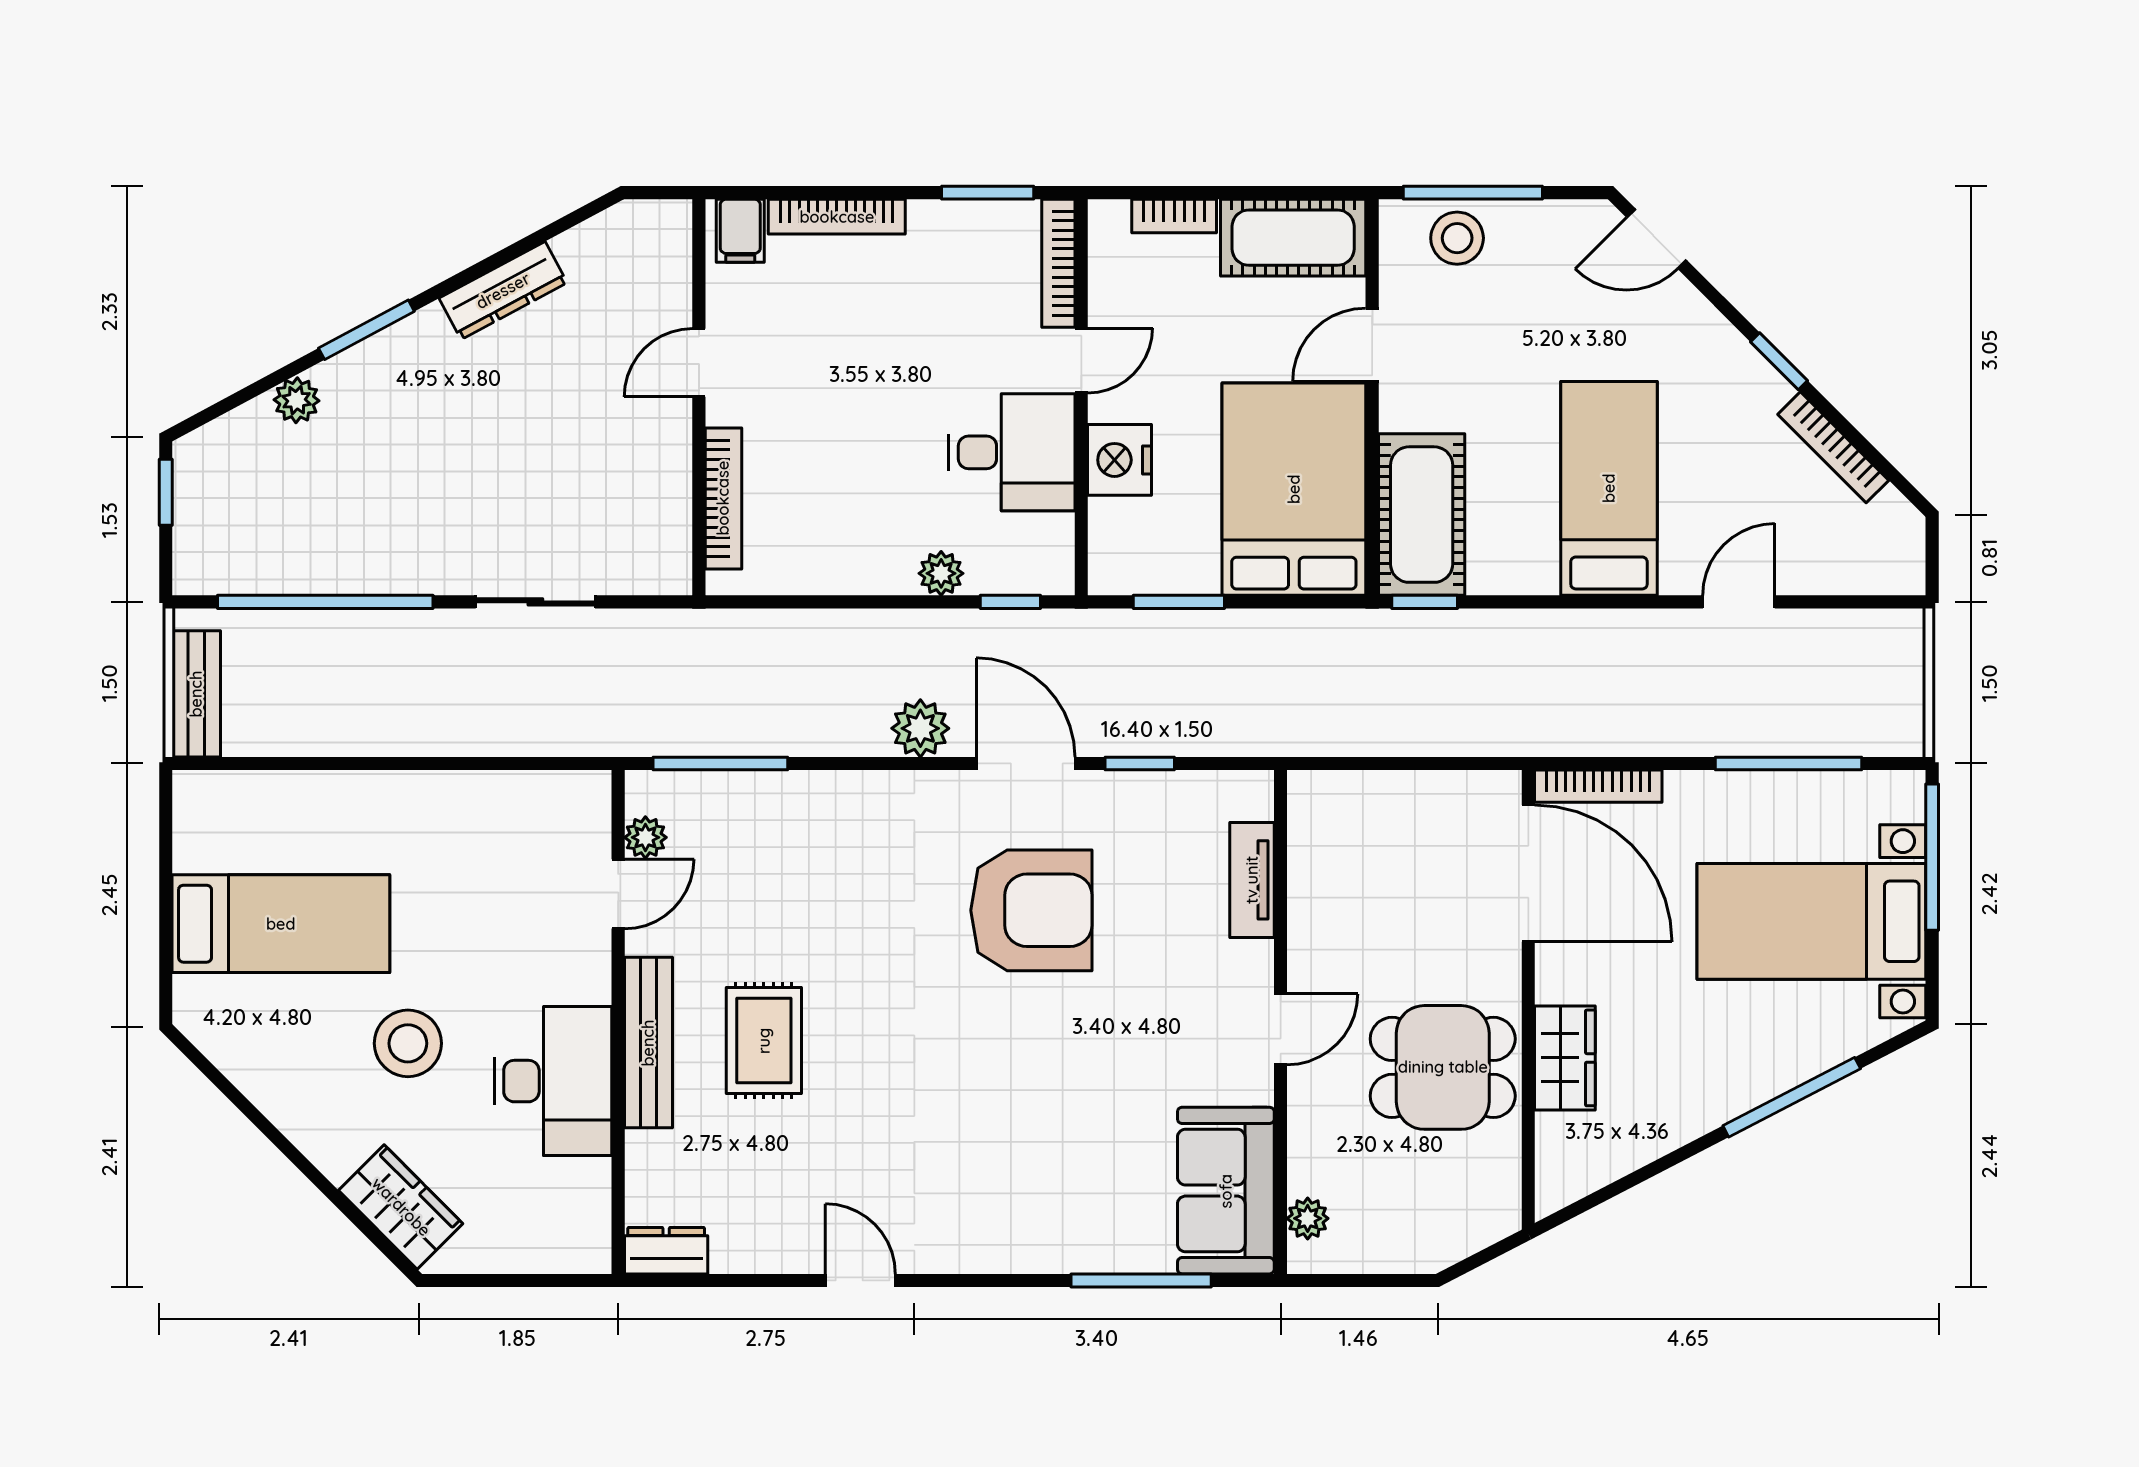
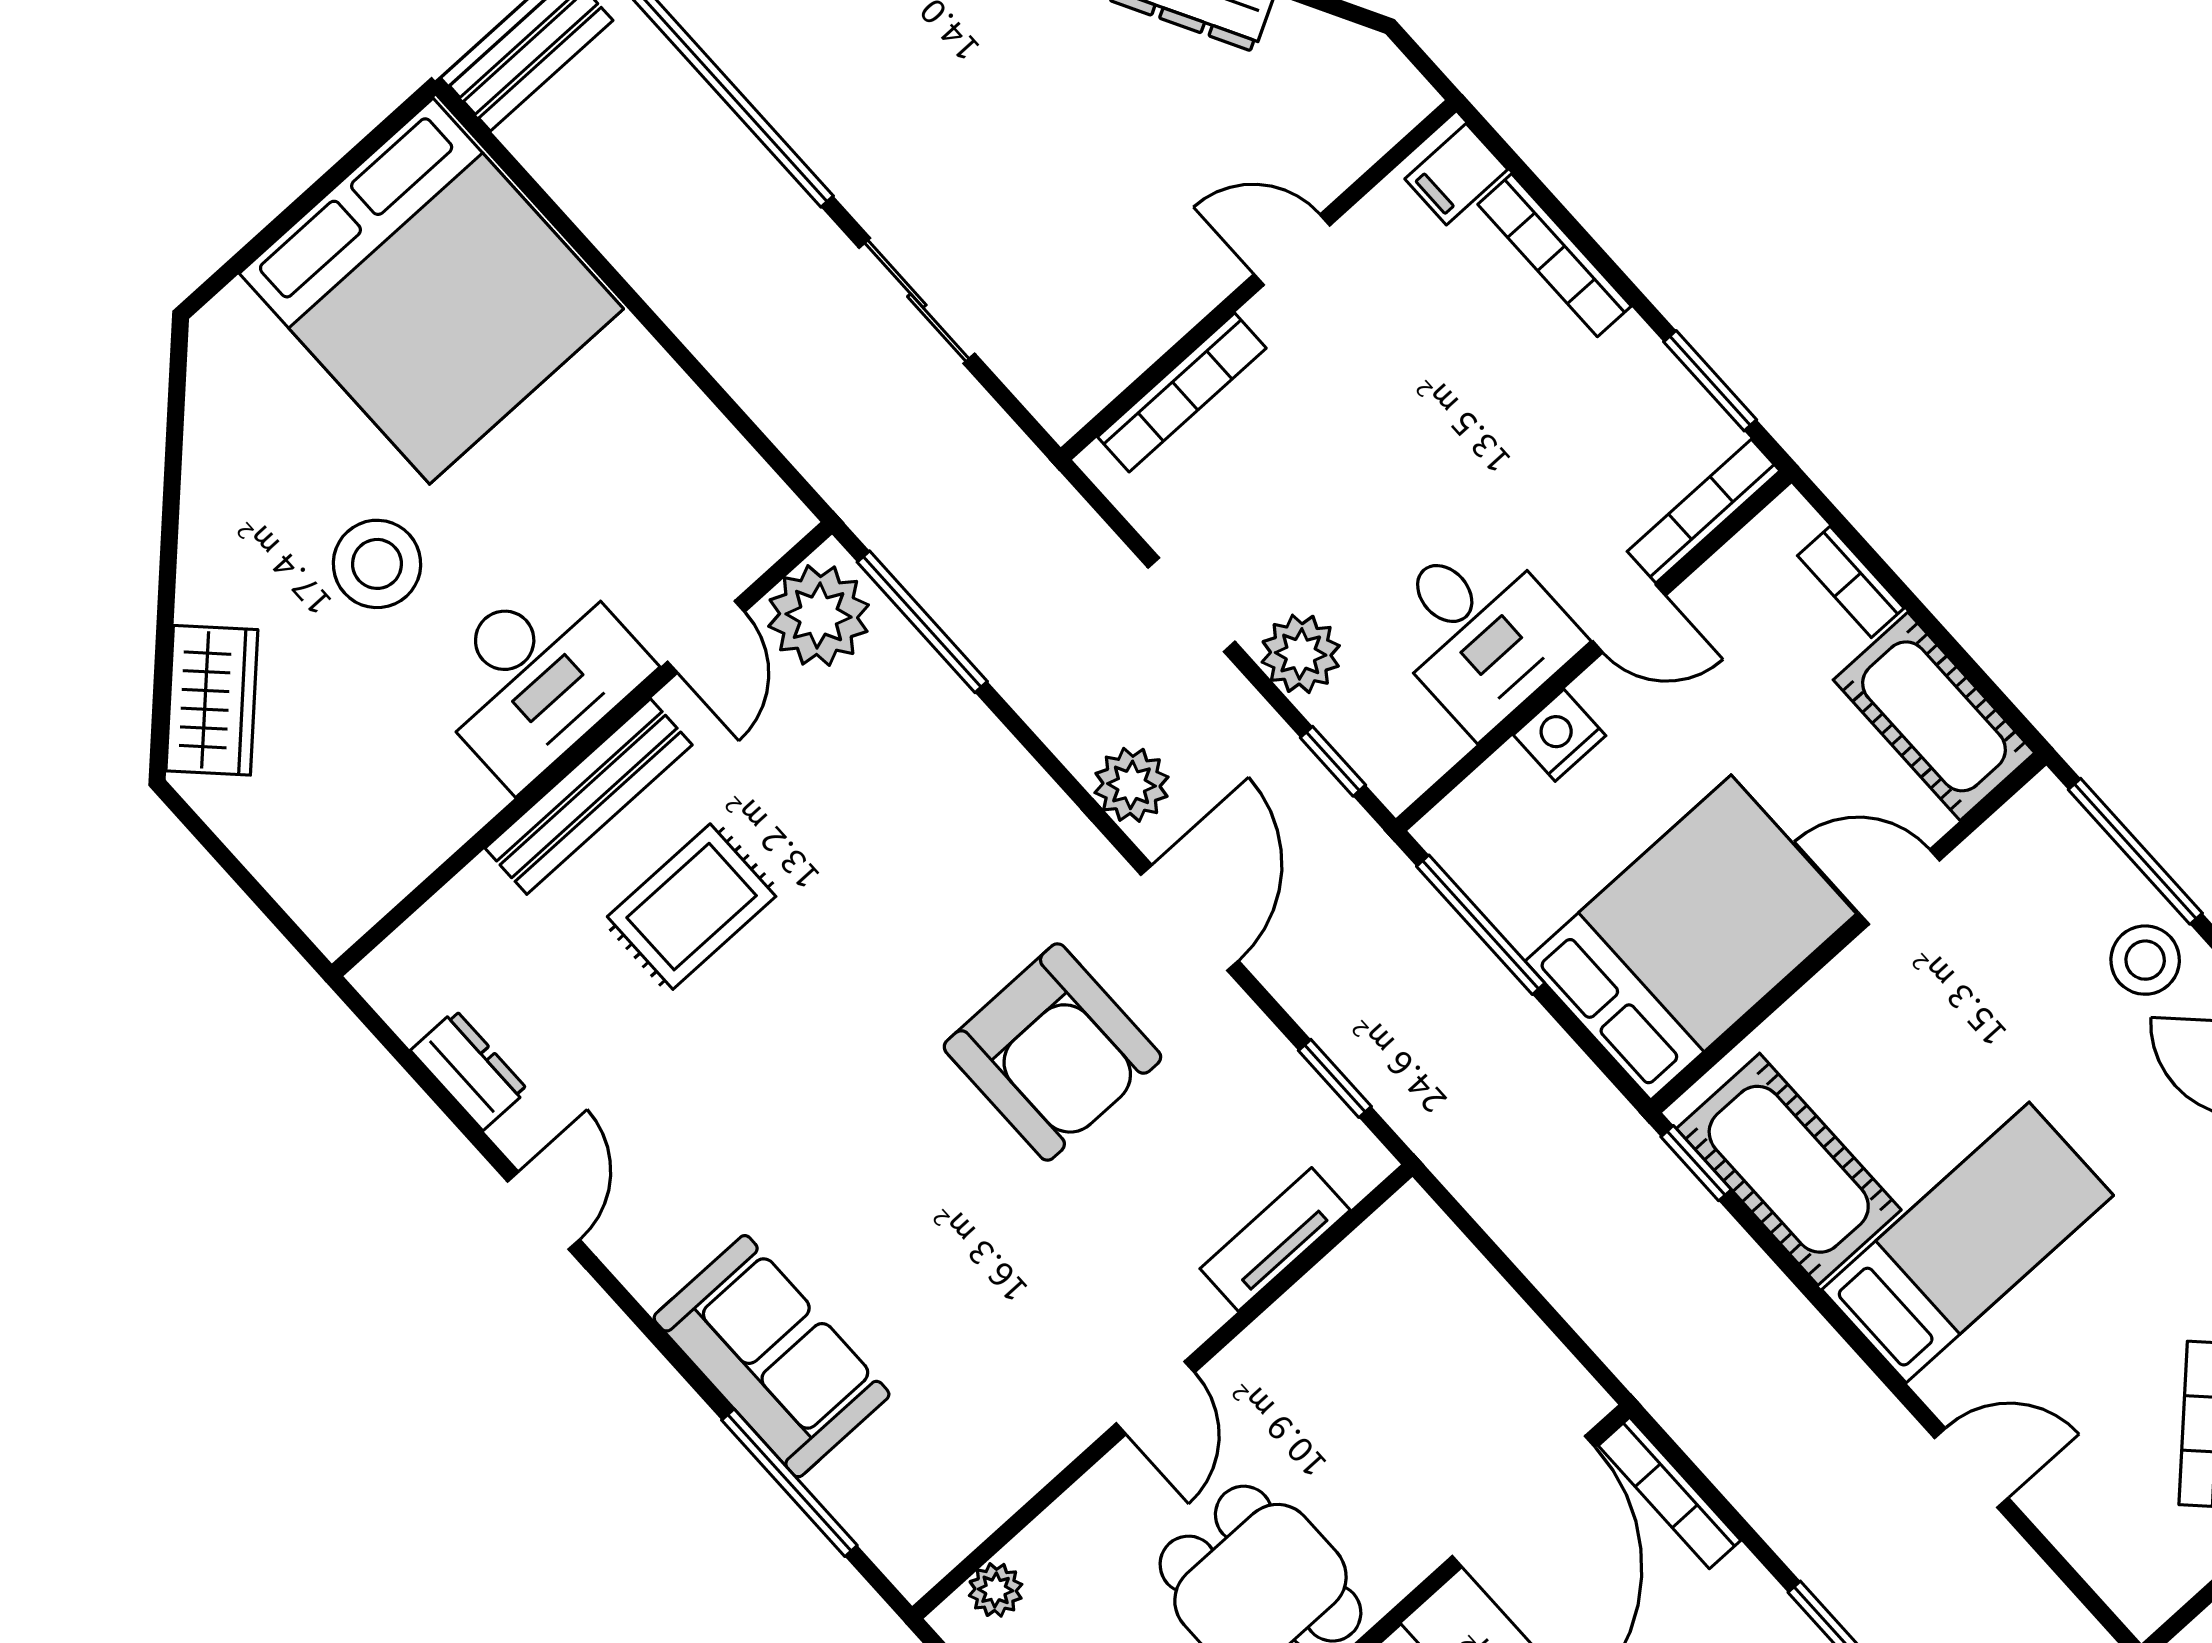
stool: (1457, 238) -> (2145, 960), moved
nightstand: (1120, 460) -> (1560, 735), width x0.74, depth x0.75
cot: (1422, 515) -> (1789, 1169), moved, turned 90
plant: (941, 573) -> (1301, 654), width x1.38, depth x1.38
doorway: (849, 602) -> (1191, 605), added
window: (1179, 602) -> (1481, 925), width x1.44
window: (1140, 763) -> (1335, 1078), moved
plant: (645, 837) -> (819, 616), width x1.87, depth x1.87
door: (618, 894) -> (706, 637), hinge flipped
bed: (281, 924) -> (431, 291), width x2.04
door: (1281, 1029) -> (1155, 1398), hinge flipped
desk: (553, 1081) -> (536, 676), moved
sofa: (1226, 1191) -> (772, 1356), moved, turned 90
dresser: (666, 1251) -> (469, 1070), moved

